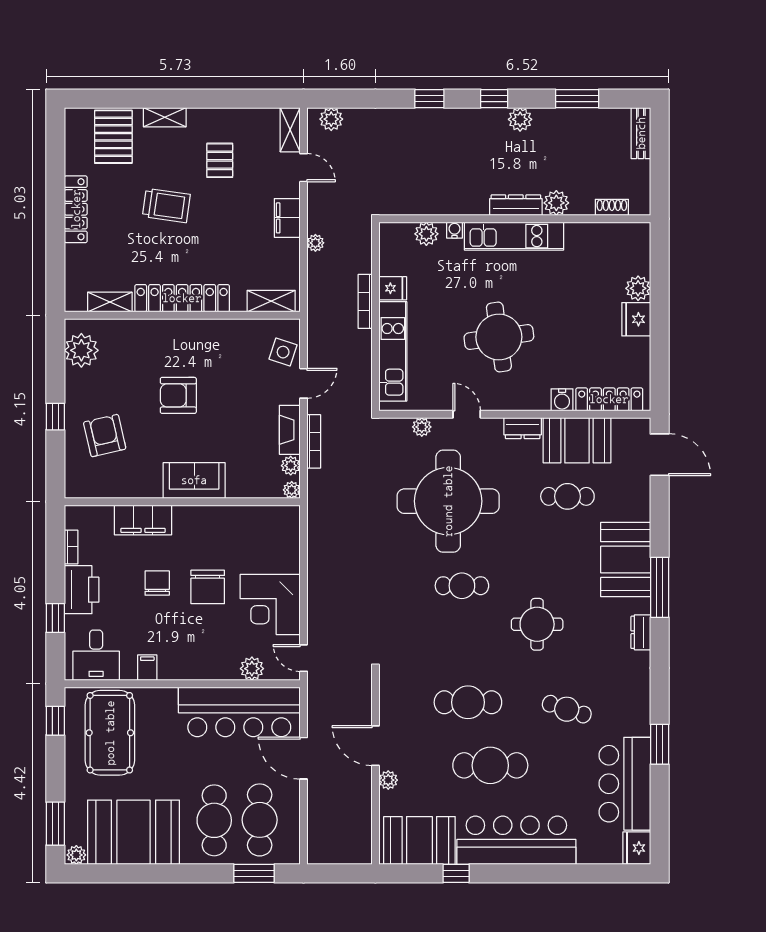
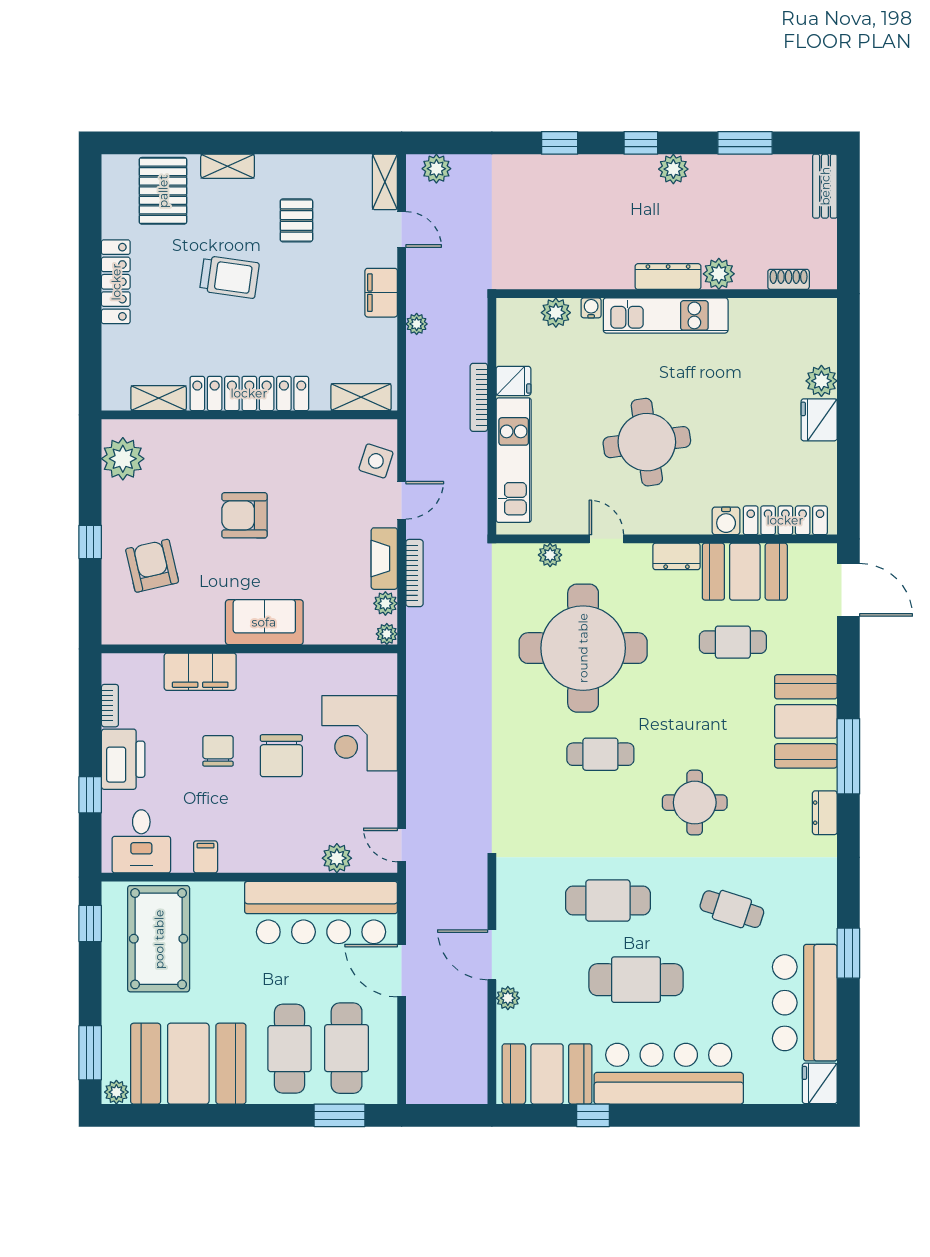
corner desk: (270, 605) -> (360, 733), moved

